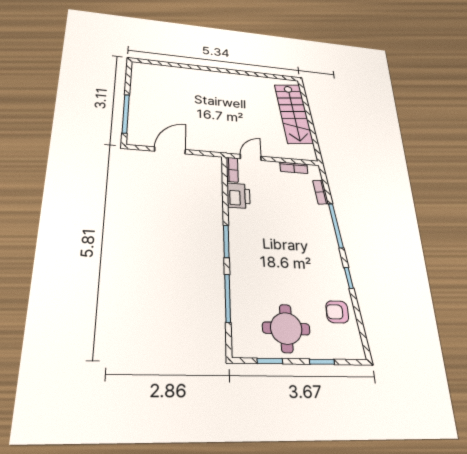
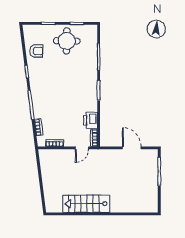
stairs: (294, 114) -> (86, 204), moved, turned -83
door: (170, 150) -> (132, 148), swing flipped

